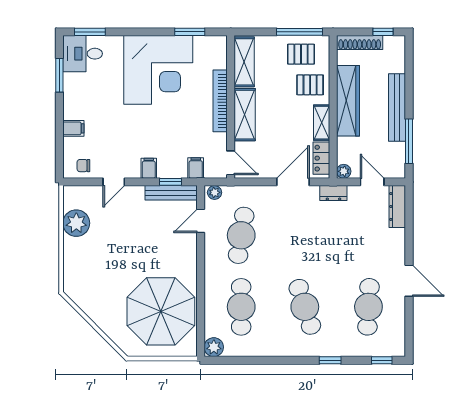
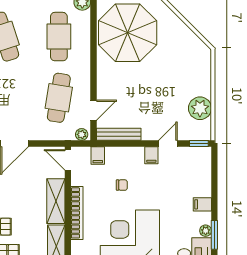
plant: (70, 80) -> (206, 231), added
filing cabinet: (73, 128) -> (202, 204), moved
chair: (83, 166) -> (122, 185), moved
filing cabinet: (149, 168) -> (151, 155), moved
window: (170, 182) -> (199, 144), moved

